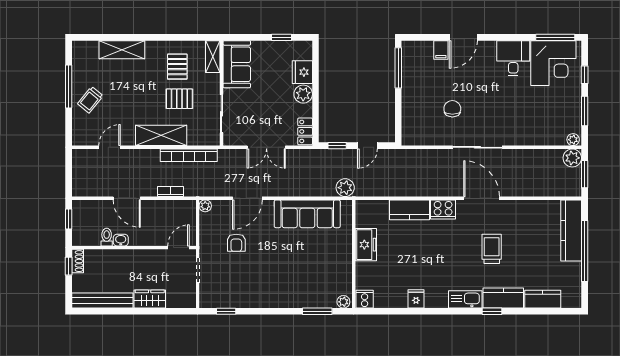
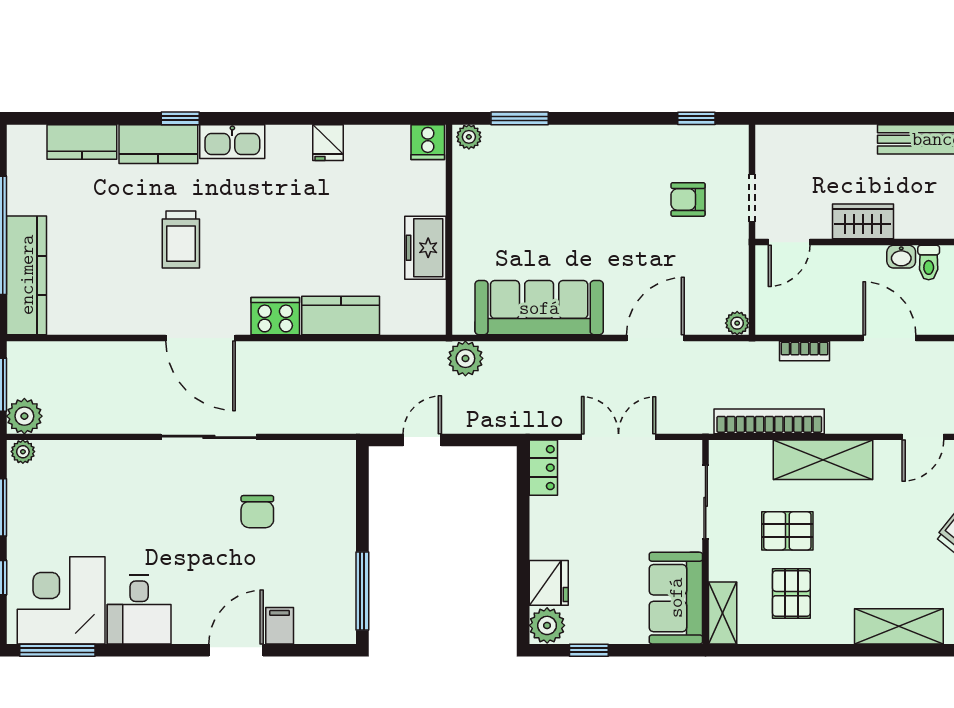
plant: (303, 94) -> (547, 625), moved
window: (337, 146) -> (481, 440), removed
armchair: (236, 243) -> (688, 199), moved, turned -90
wardrobe: (150, 299) -> (863, 221), moved, turned 180

